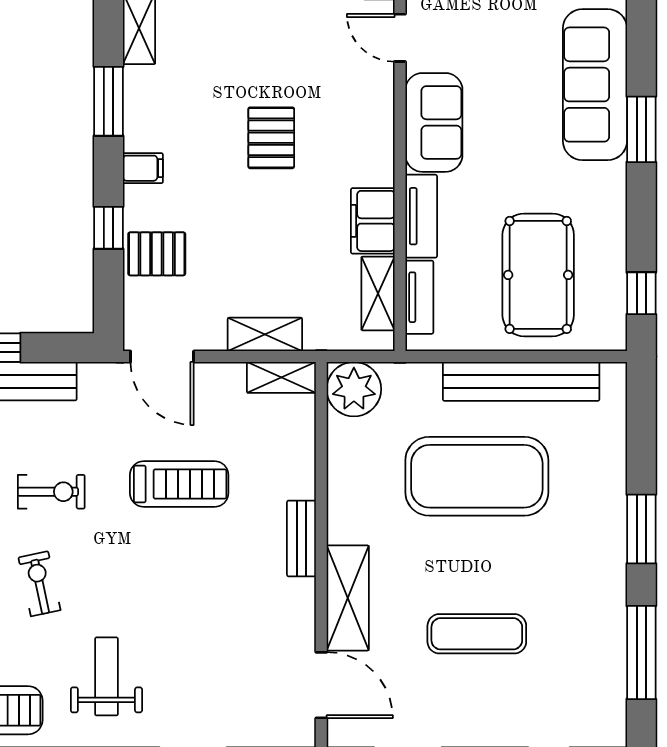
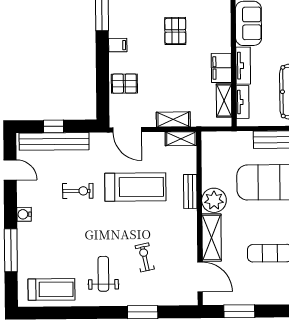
window: (109, 228) -> (103, 72), removed
plant: (354, 389) -> (214, 200), moved
treadmill: (179, 484) -> (135, 187), width x1.37, depth x1.38
bench: (301, 538) -> (190, 191), moved
exercise bike: (39, 584) -> (145, 257), moved

